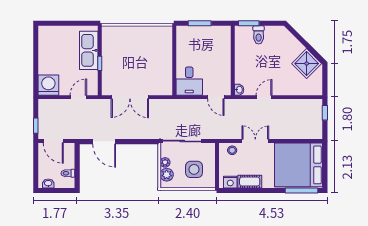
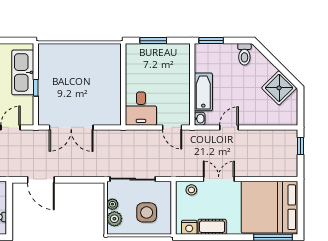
toilet: (259, 35) -> (244, 54), moved
bathtub: (242, 67) -> (203, 92), added

